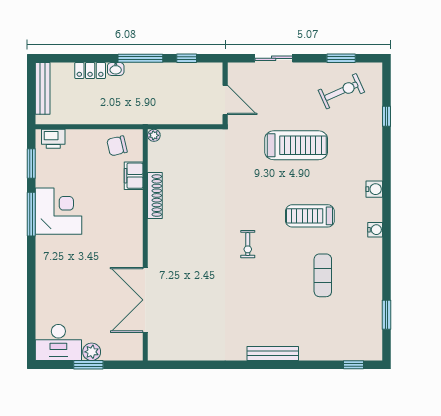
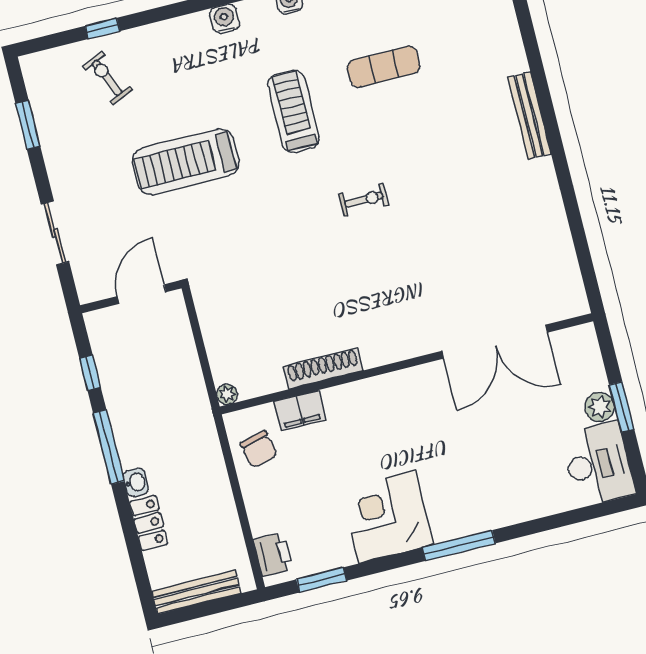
exercise bike: (341, 91) -> (107, 78), moved, width x0.73, depth x0.72
treadmill: (296, 145) -> (186, 162), turned -90
window: (31, 214) -> (459, 545), moved
treadmill: (310, 216) -> (293, 111), turned 180

